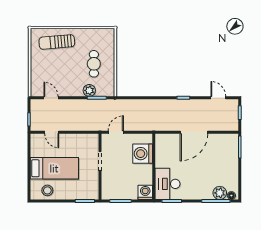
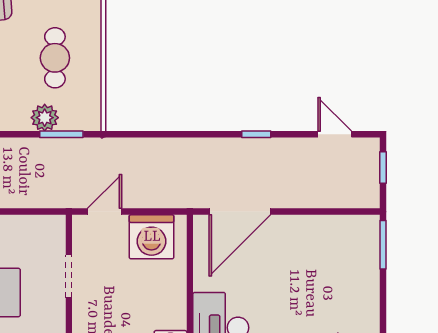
door: (194, 132) -> (240, 212), moved
washing machine: (143, 154) -> (152, 237), moved, turned -90

